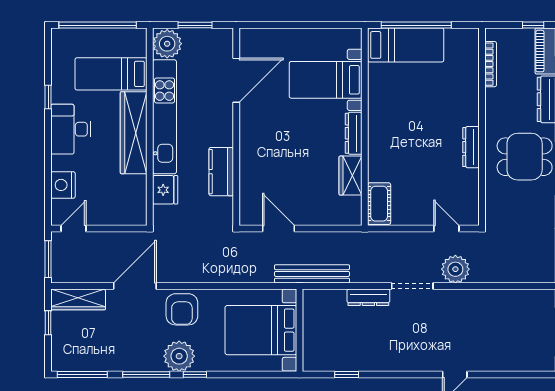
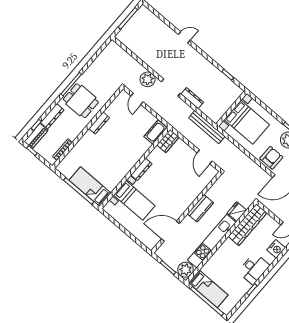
bed: (111, 74) -> (208, 289), moved
wardrobe: (134, 133) -> (248, 225), moved
kitchen counter: (221, 172) -> (200, 208), moved
wardrobe: (351, 176) -> (168, 141), moved

